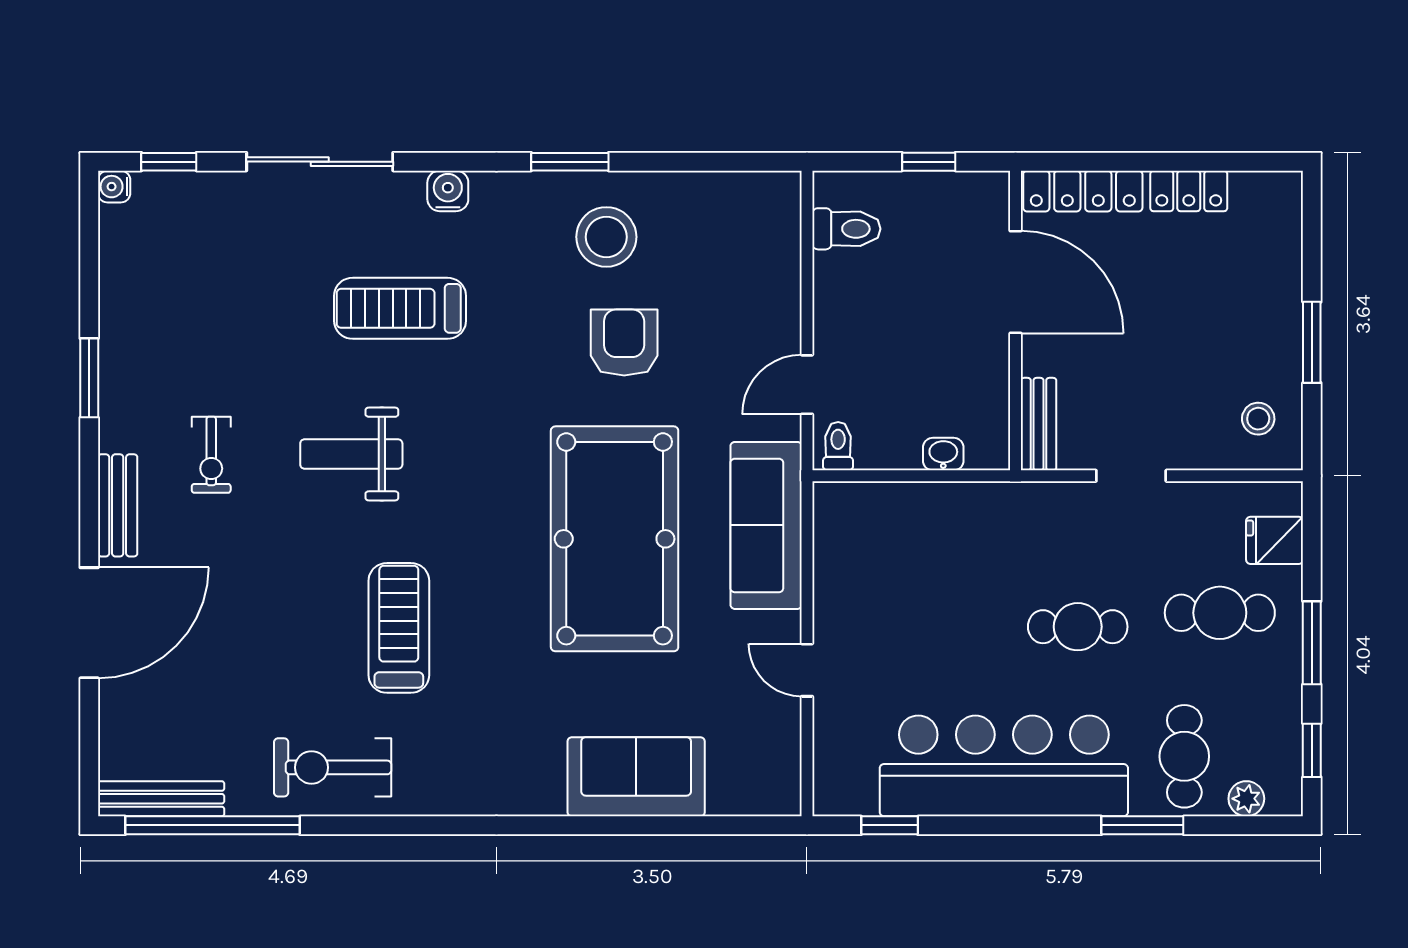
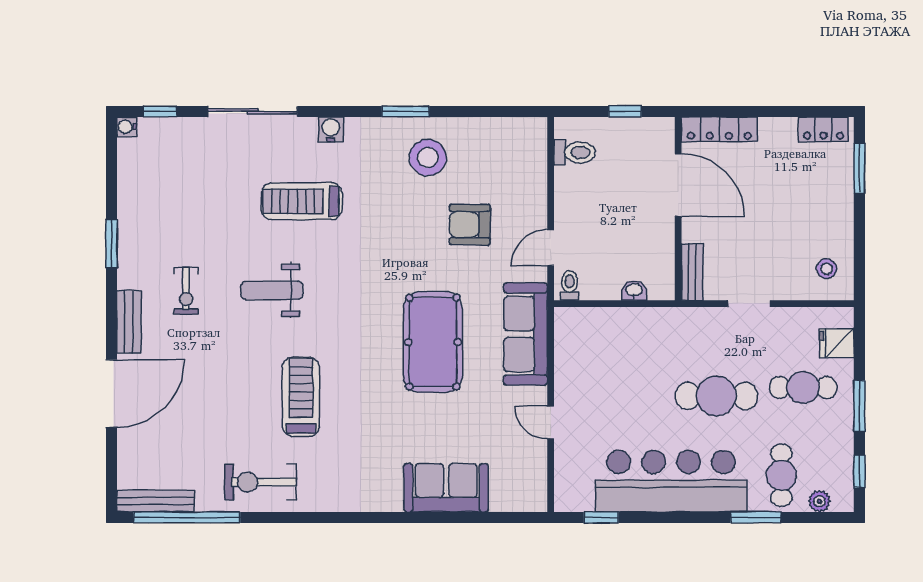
locker: (1189, 191) -> (823, 129), moved
window: (1312, 342) -> (859, 168), moved
armchair: (624, 343) -> (470, 225), moved, turned -90
pool table: (615, 539) -> (433, 342), width x0.73, depth x0.76
cafe table: (1078, 627) -> (716, 396), width x1.37, depth x1.35

